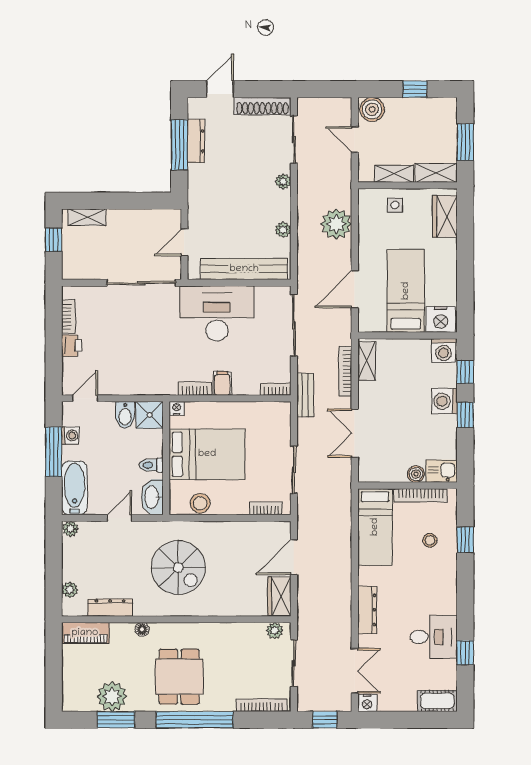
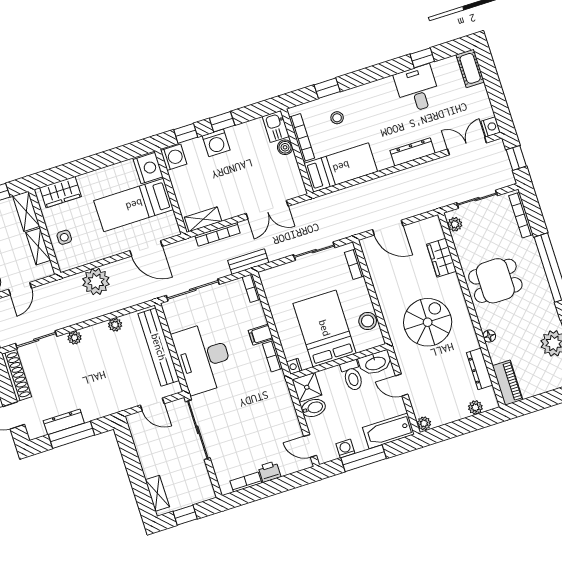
toilet: (151, 465) -> (352, 376), width x1.37, depth x1.39
wardrobe: (279, 597) -> (442, 258), moved, turned 90
dining table: (179, 677) -> (495, 281), moved

